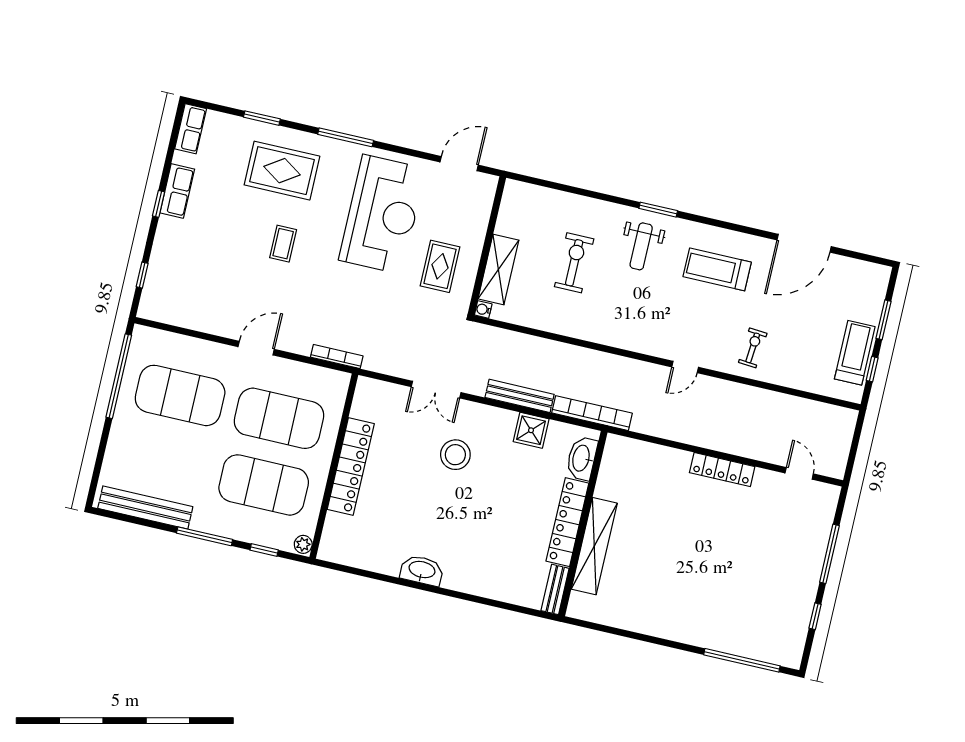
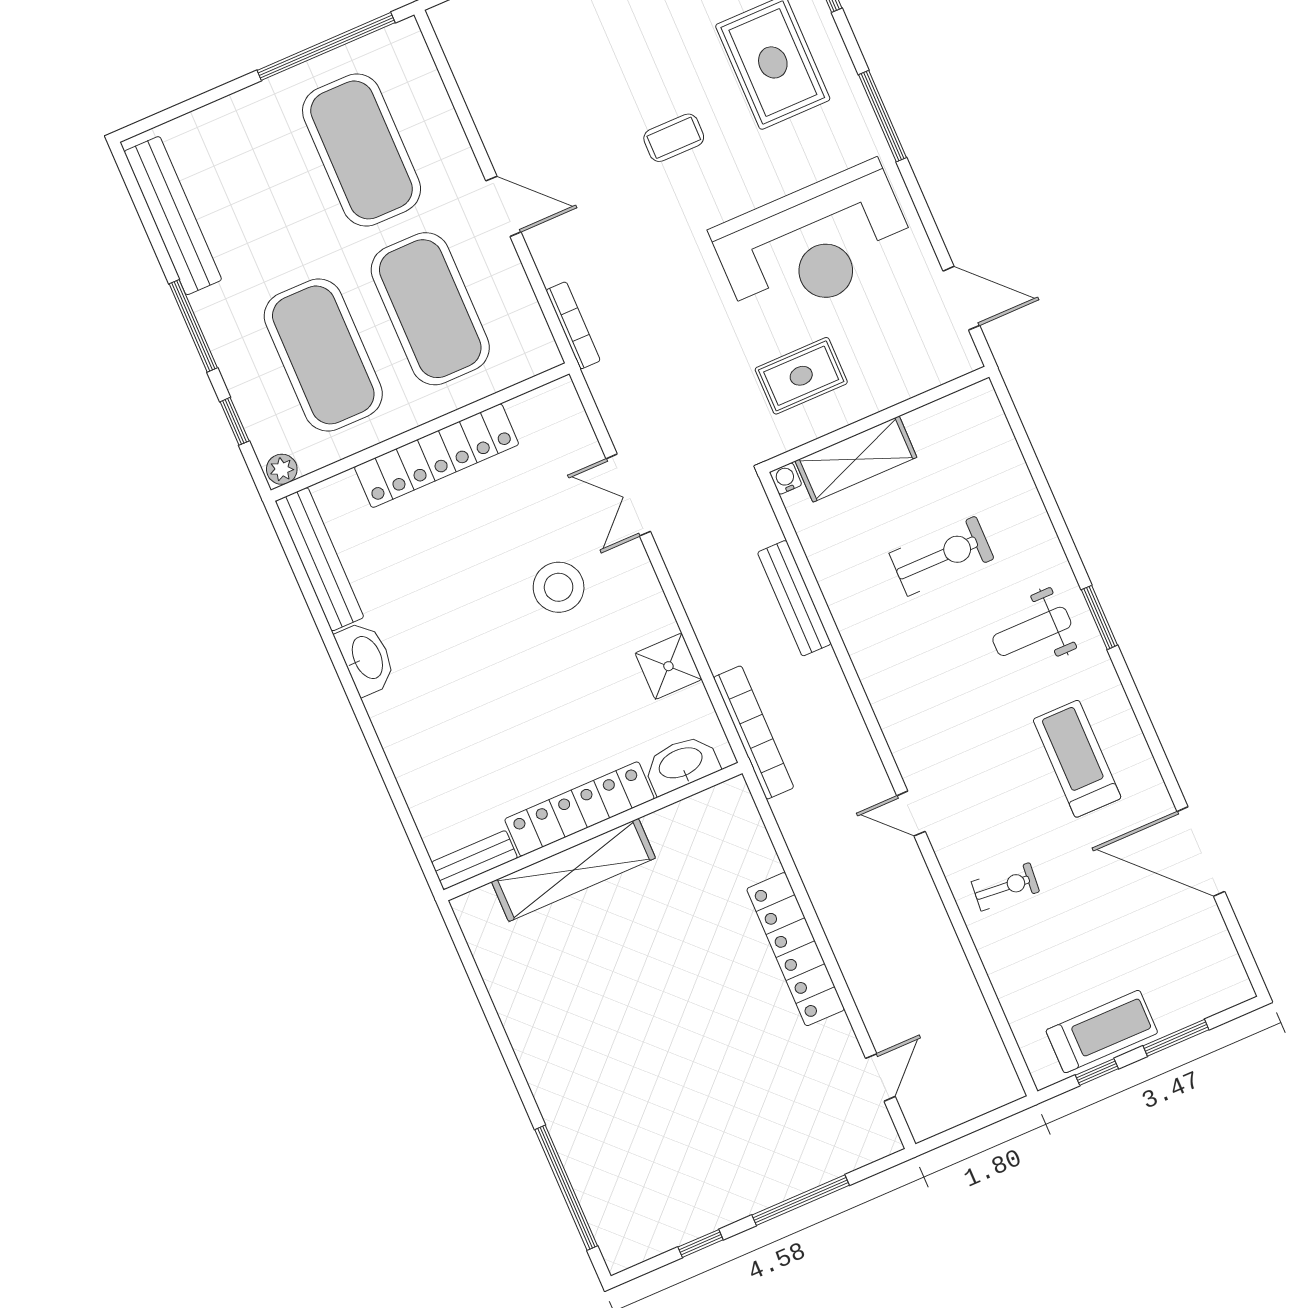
bench: (520, 396) -> (794, 598), moved
locker: (722, 470) -> (796, 949), width x1.41, depth x1.21
bench: (359, 558) -> (320, 559), added

